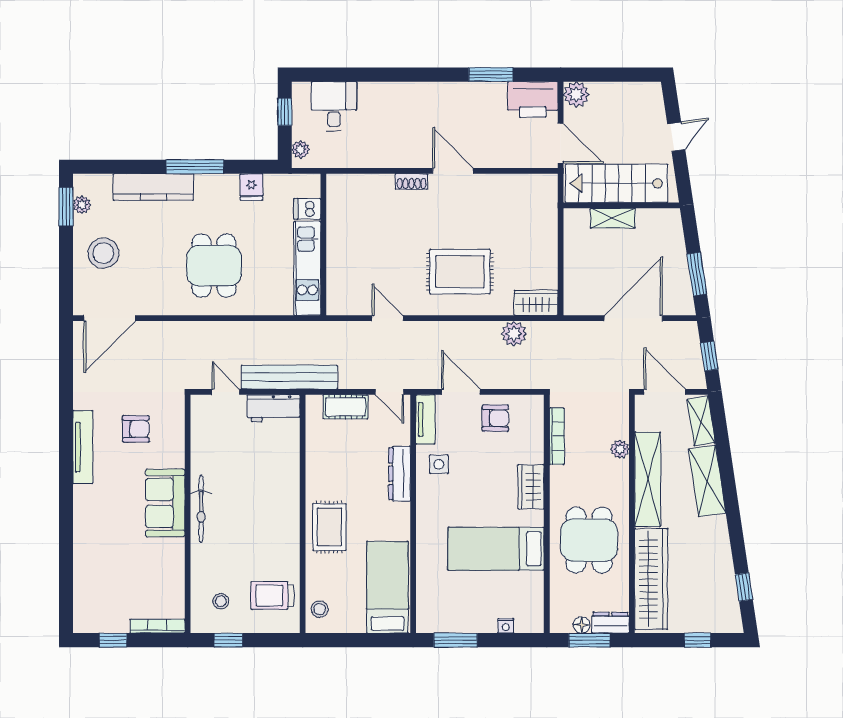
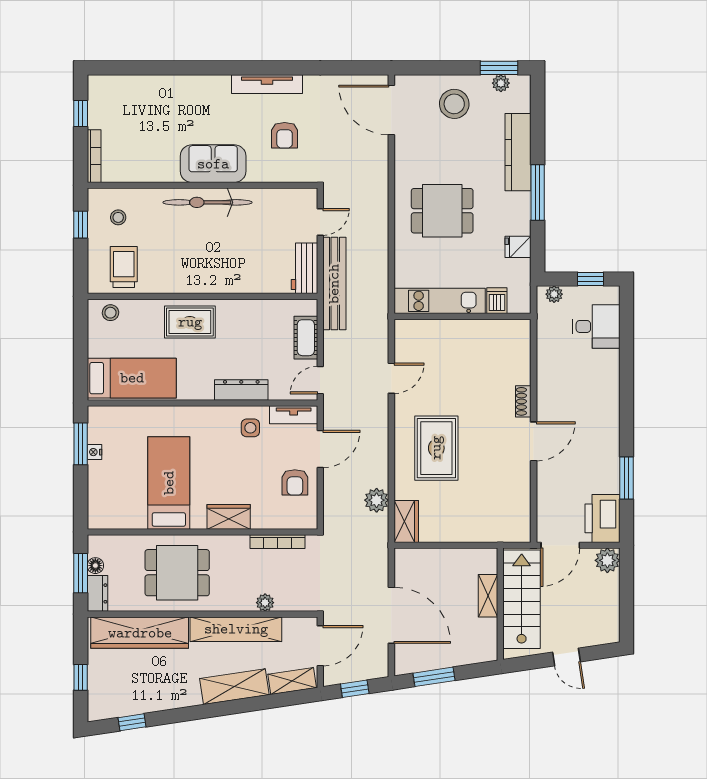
bicycle: (201, 509) -> (208, 202), width x1.37, depth x1.40
nightstand: (506, 626) -> (94, 452), moved

